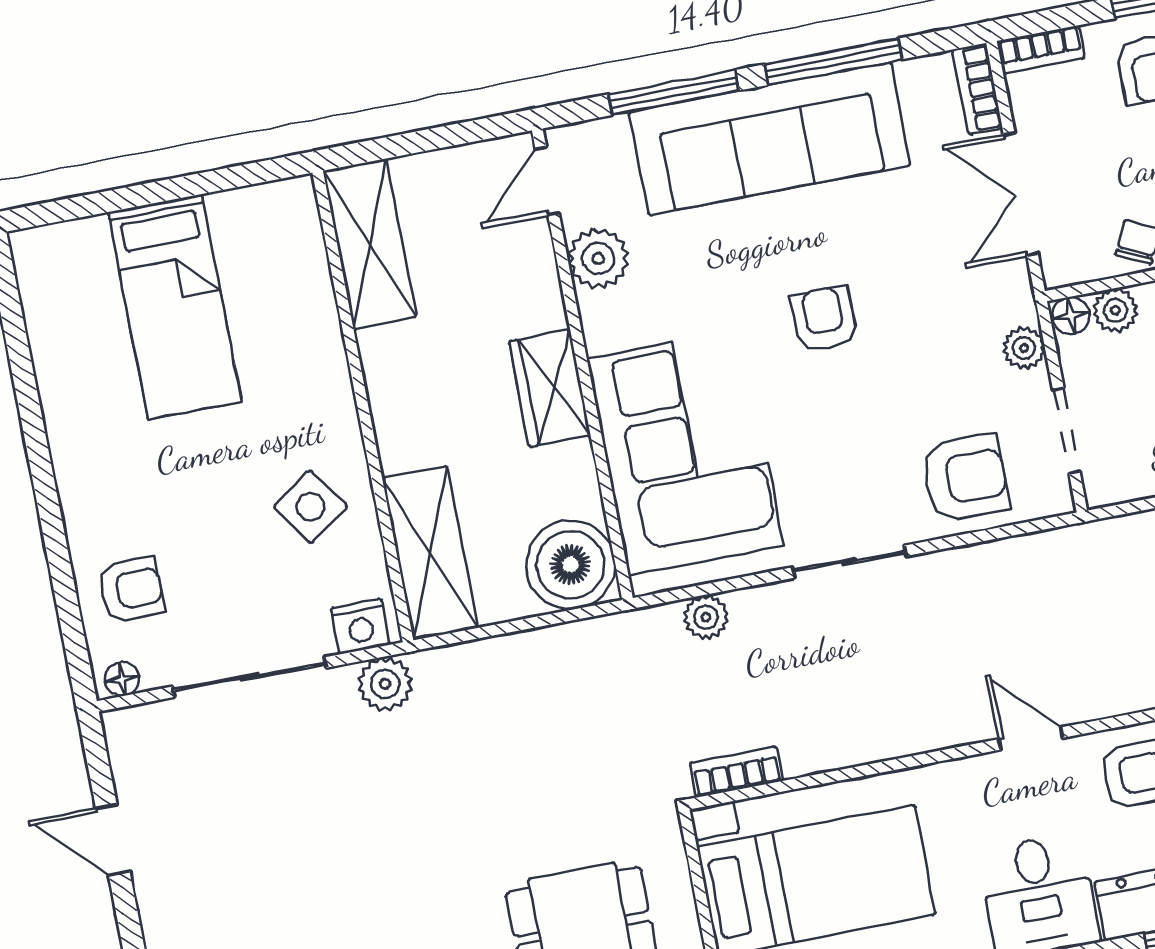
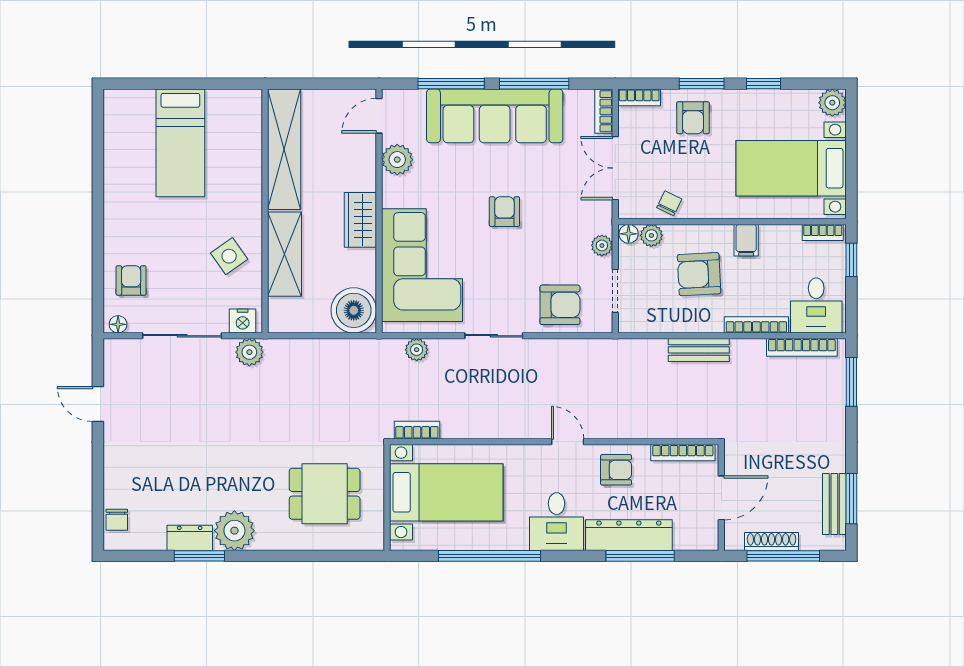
shelving: (370, 244) -> (284, 149), width x1.47
shelving: (430, 553) -> (285, 254), moved
armchair: (131, 590) -> (131, 280), turned -89

